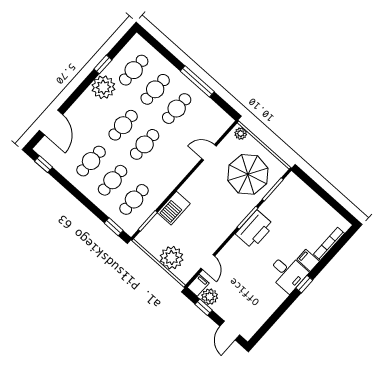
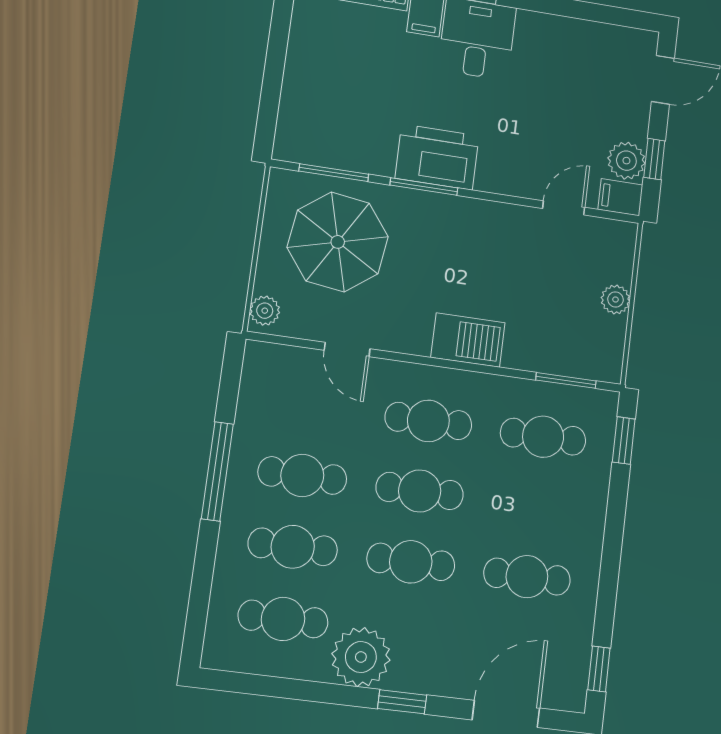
window: (103, 64) -> (402, 702), moved
cafe table: (113, 180) -> (428, 421), moved
barbecue: (174, 208) -> (468, 340), moved
plant: (172, 258) -> (615, 299), width x0.53, depth x0.53

